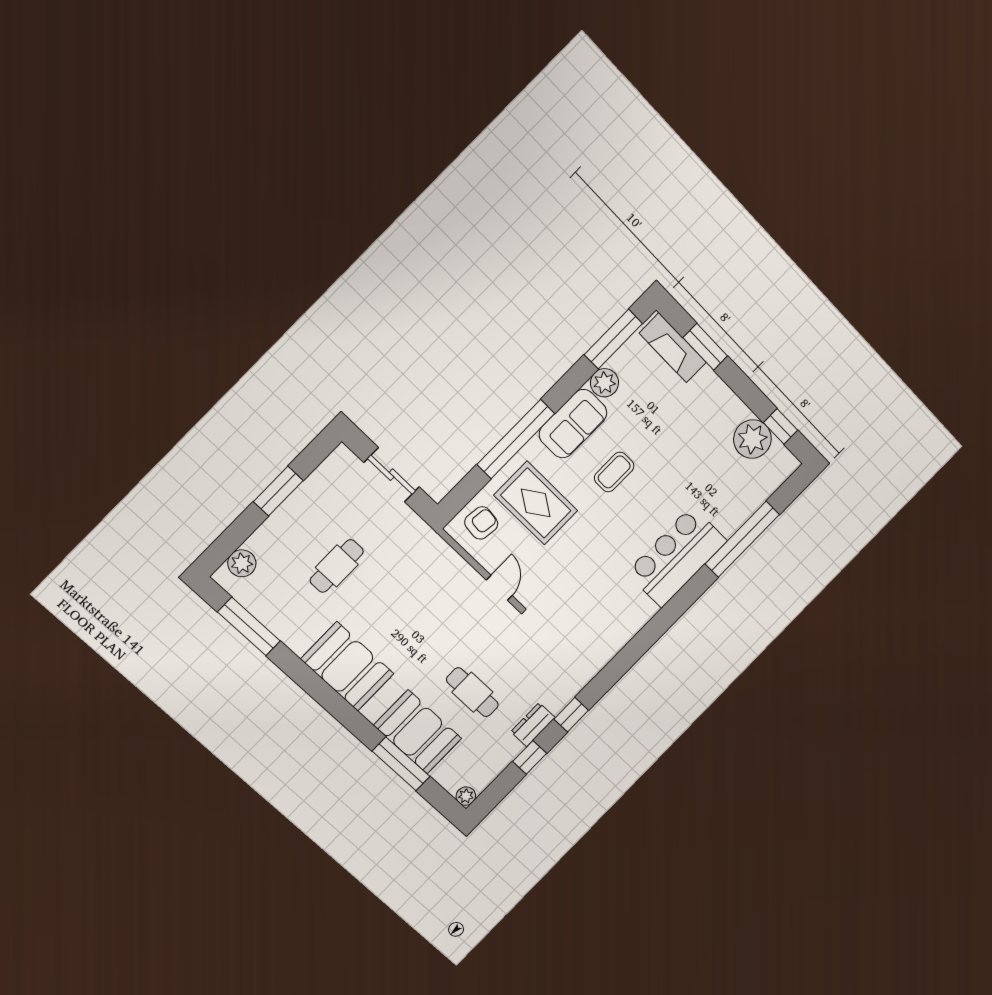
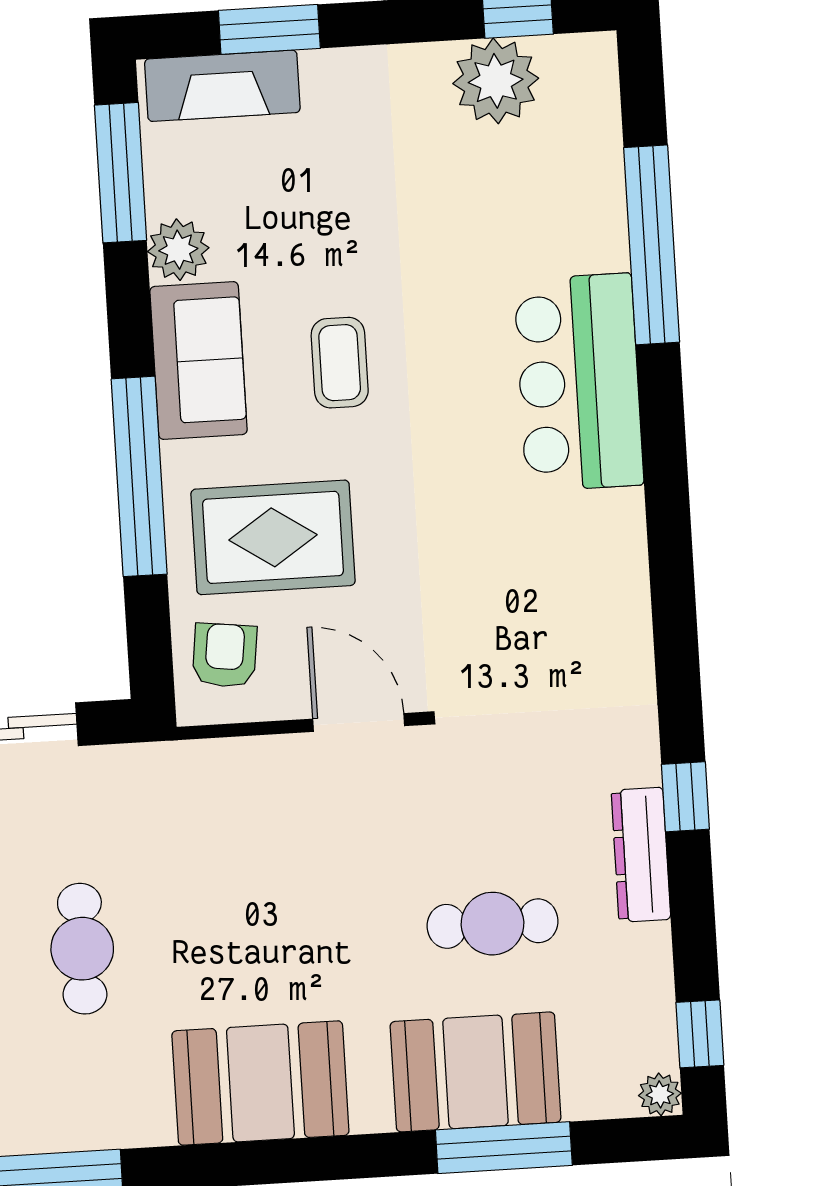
door: (499, 588) -> (359, 722), width x1.37
dresser: (533, 725) -> (641, 855), width x1.44
window: (530, 757) -> (700, 1034), moved

